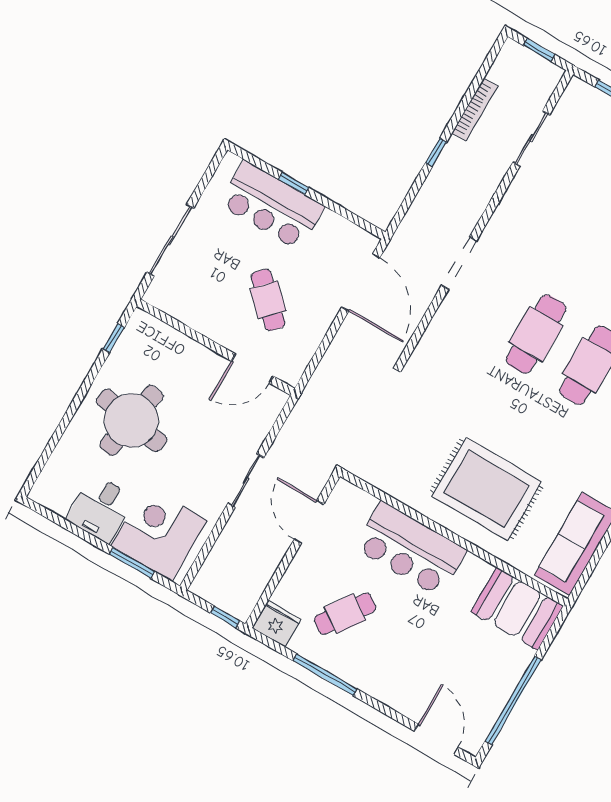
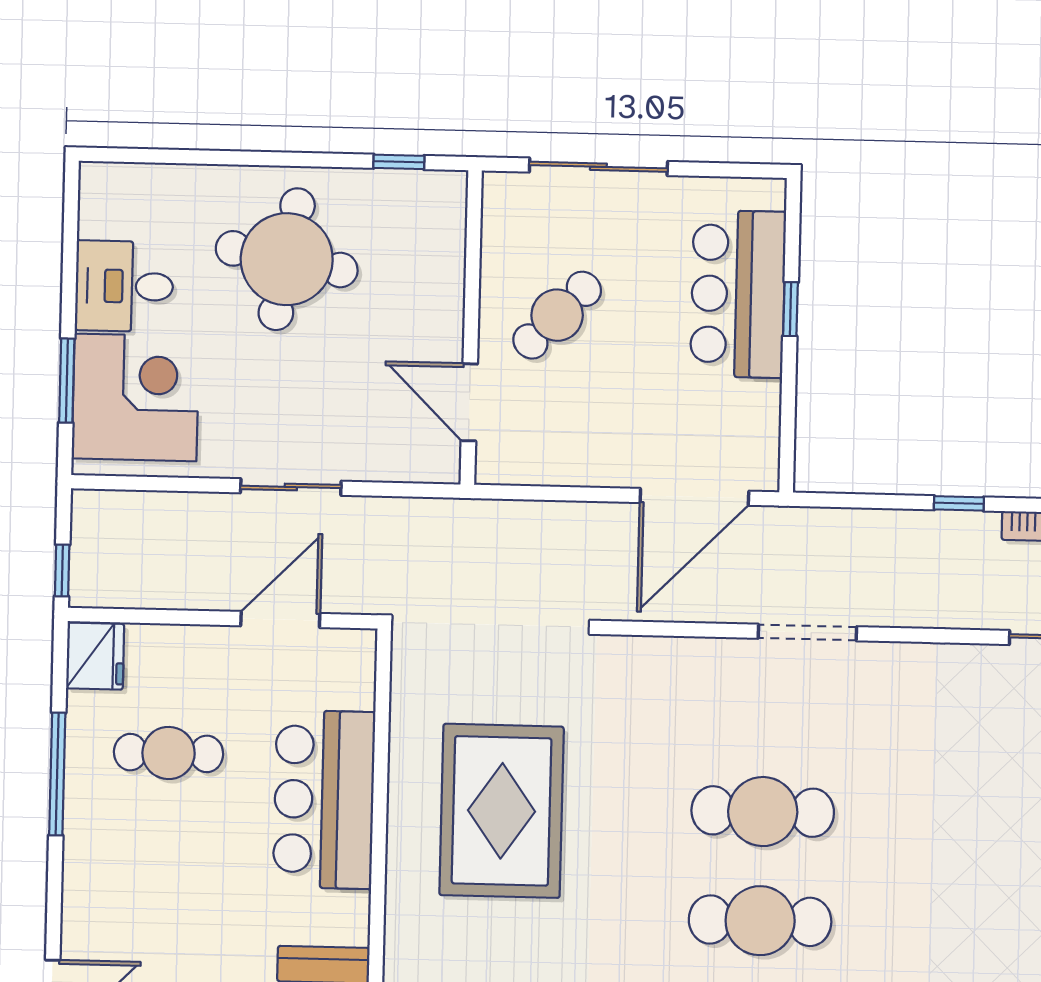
cafe table: (268, 300) -> (557, 315), moved
rug: (487, 489) -> (502, 811), moved
cafe table: (345, 614) -> (169, 753), turned -35

